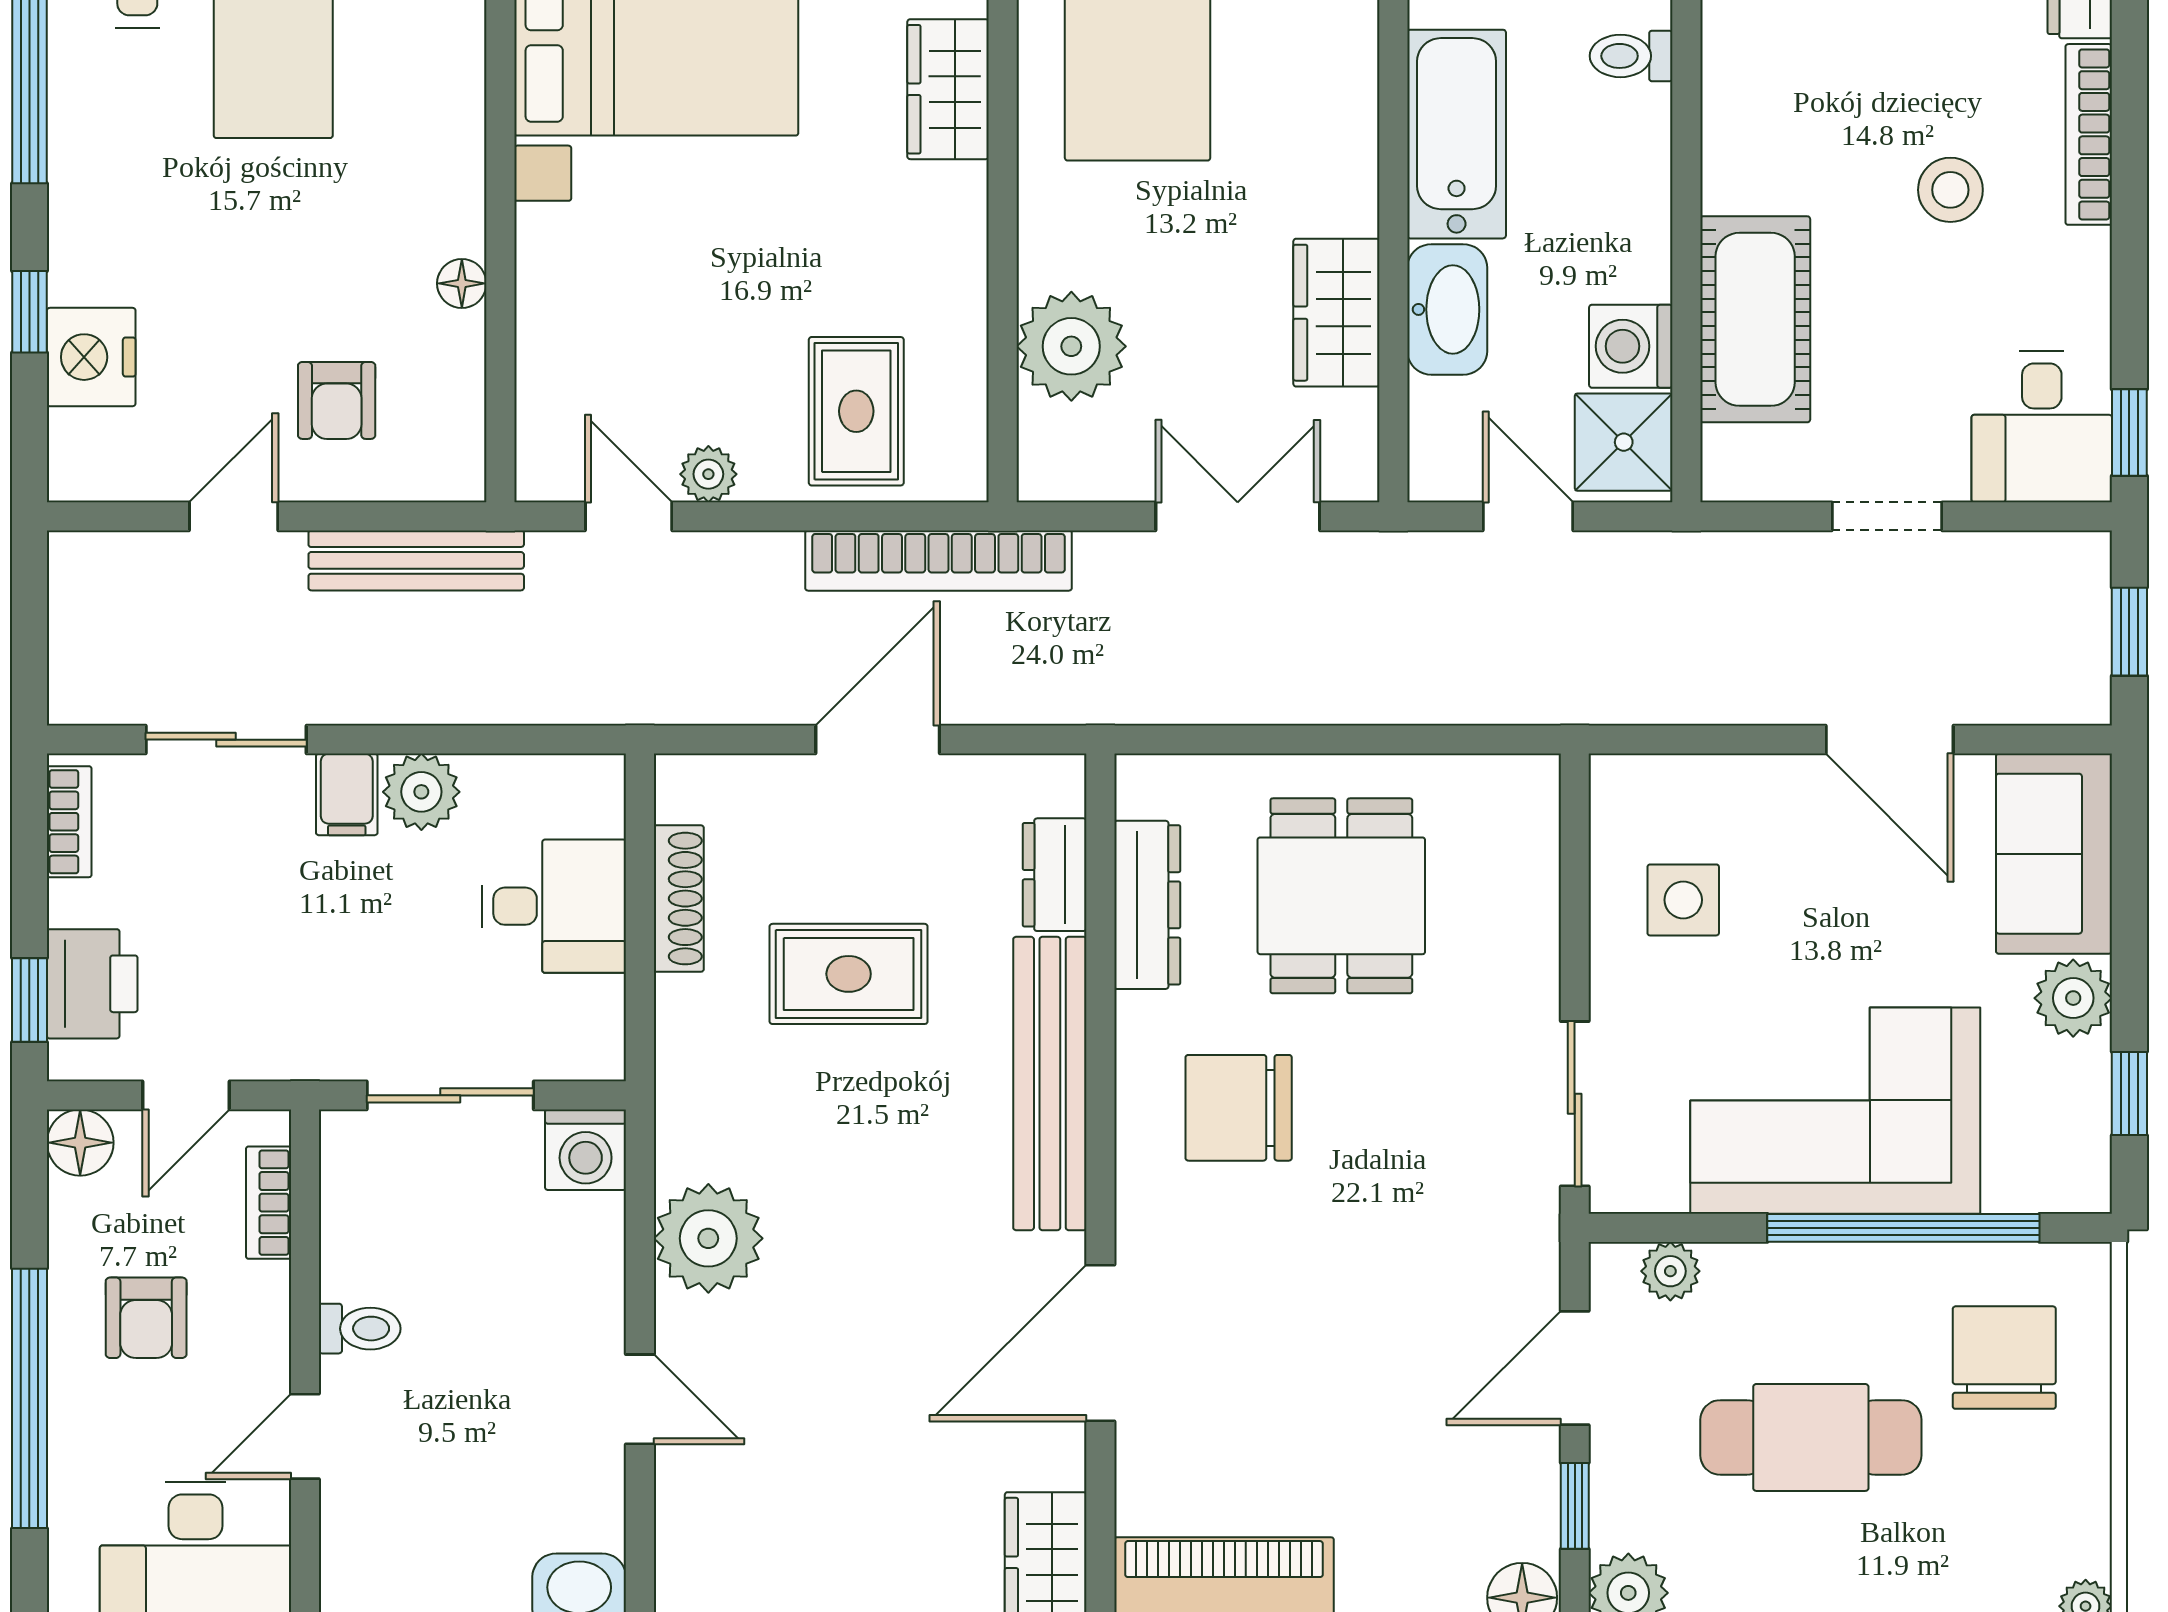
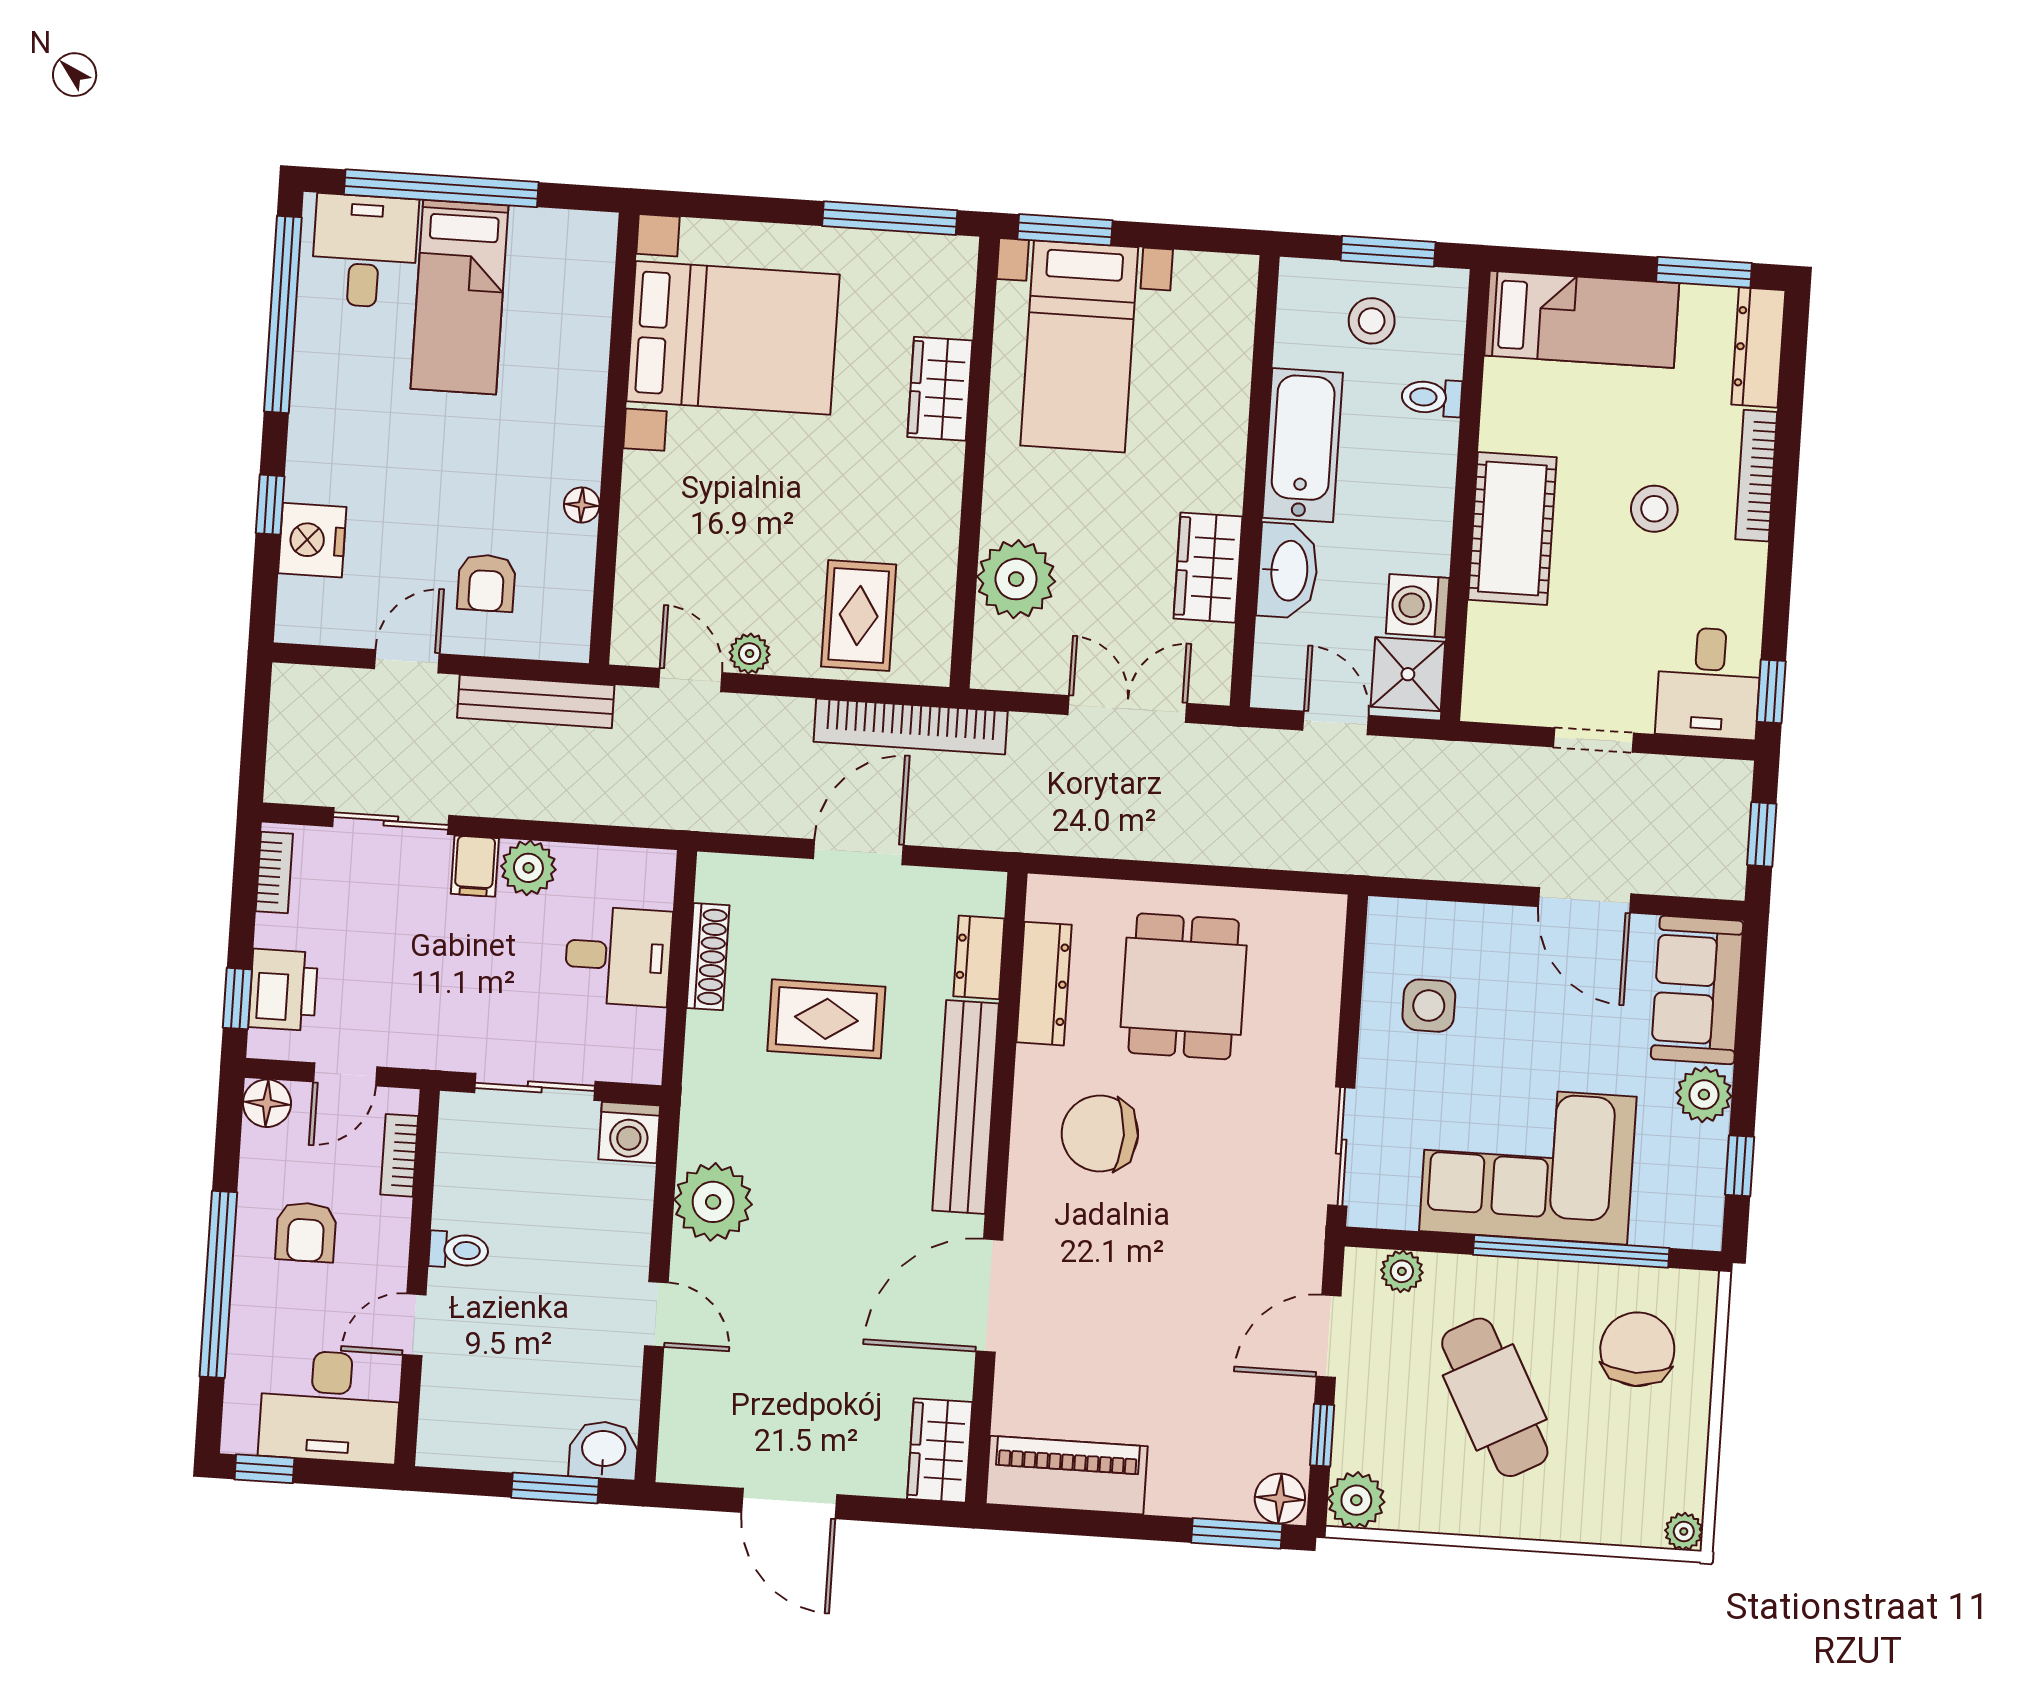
cot: (1755, 319) -> (1512, 529), moved
cafe table: (1811, 1437) -> (1495, 1397), turned 62

